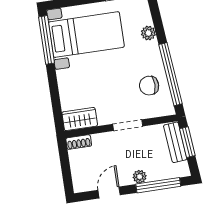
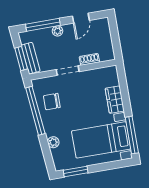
chair: (149, 86) -> (52, 102), turned 180
wardrobe: (80, 119) -> (115, 100), moved, turned 90
shoe rack: (79, 142) -> (89, 59), moved

